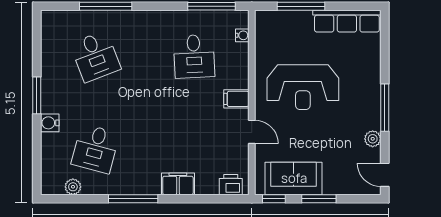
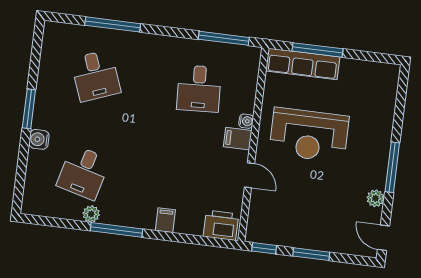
row of seats: (347, 21) -> (303, 64), moved
water cooler: (242, 35) -> (246, 121), moved
sofa: (294, 178) -> (287, 230), removed
filing cabinet: (178, 184) -> (165, 220), width x0.50
printer: (231, 185) -> (221, 225), width x1.36, depth x1.24
plant: (73, 187) -> (91, 214), moved

